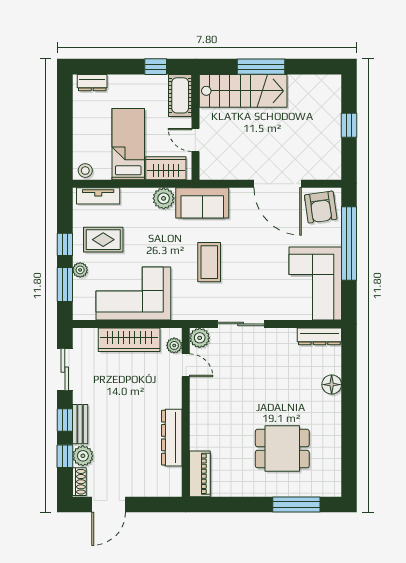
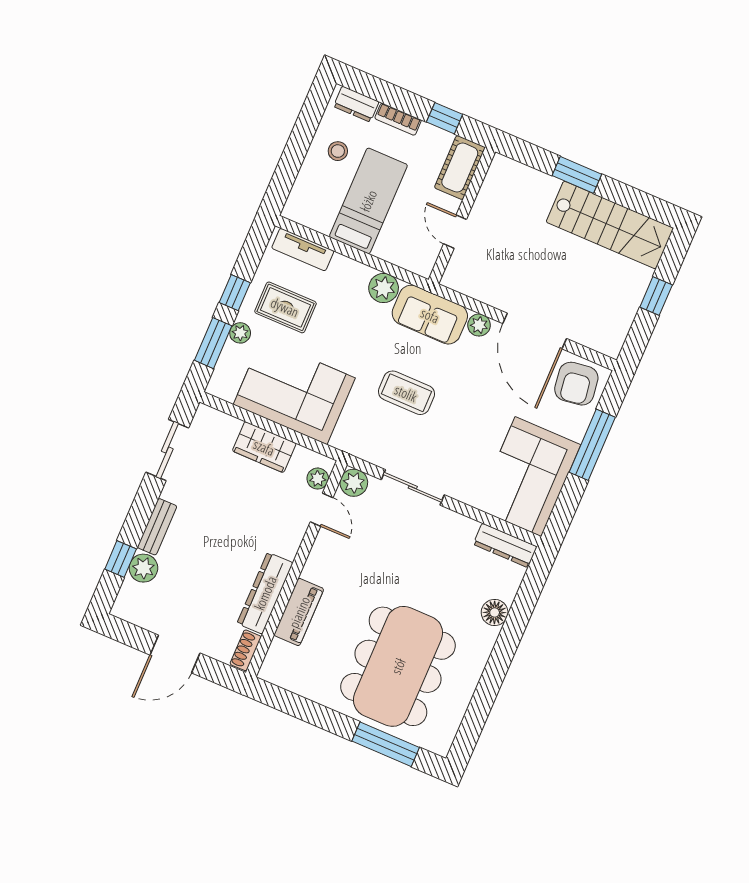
window: (261, 67) -> (577, 175), width x0.69
bookcase: (125, 81) -> (398, 119), added
stairs: (243, 91) -> (610, 225), moved
wardrobe: (166, 168) -> (403, 251), removed
stool: (85, 171) -> (338, 151), moved
plant: (238, 196) -> (479, 325), added
window: (349, 244) -> (592, 445), width x0.68
coffee table: (209, 262) -> (406, 393), turned 90
wardrobe: (129, 340) -> (264, 447), width x0.67
window: (65, 420) -> (140, 513), removed
dining table: (282, 449) -> (398, 666), width x1.88, depth x1.24
piano: (200, 474) -> (299, 612), moved
shoe rack: (79, 482) -> (246, 650), moved, turned 180
door: (109, 504) -> (175, 654), moved

